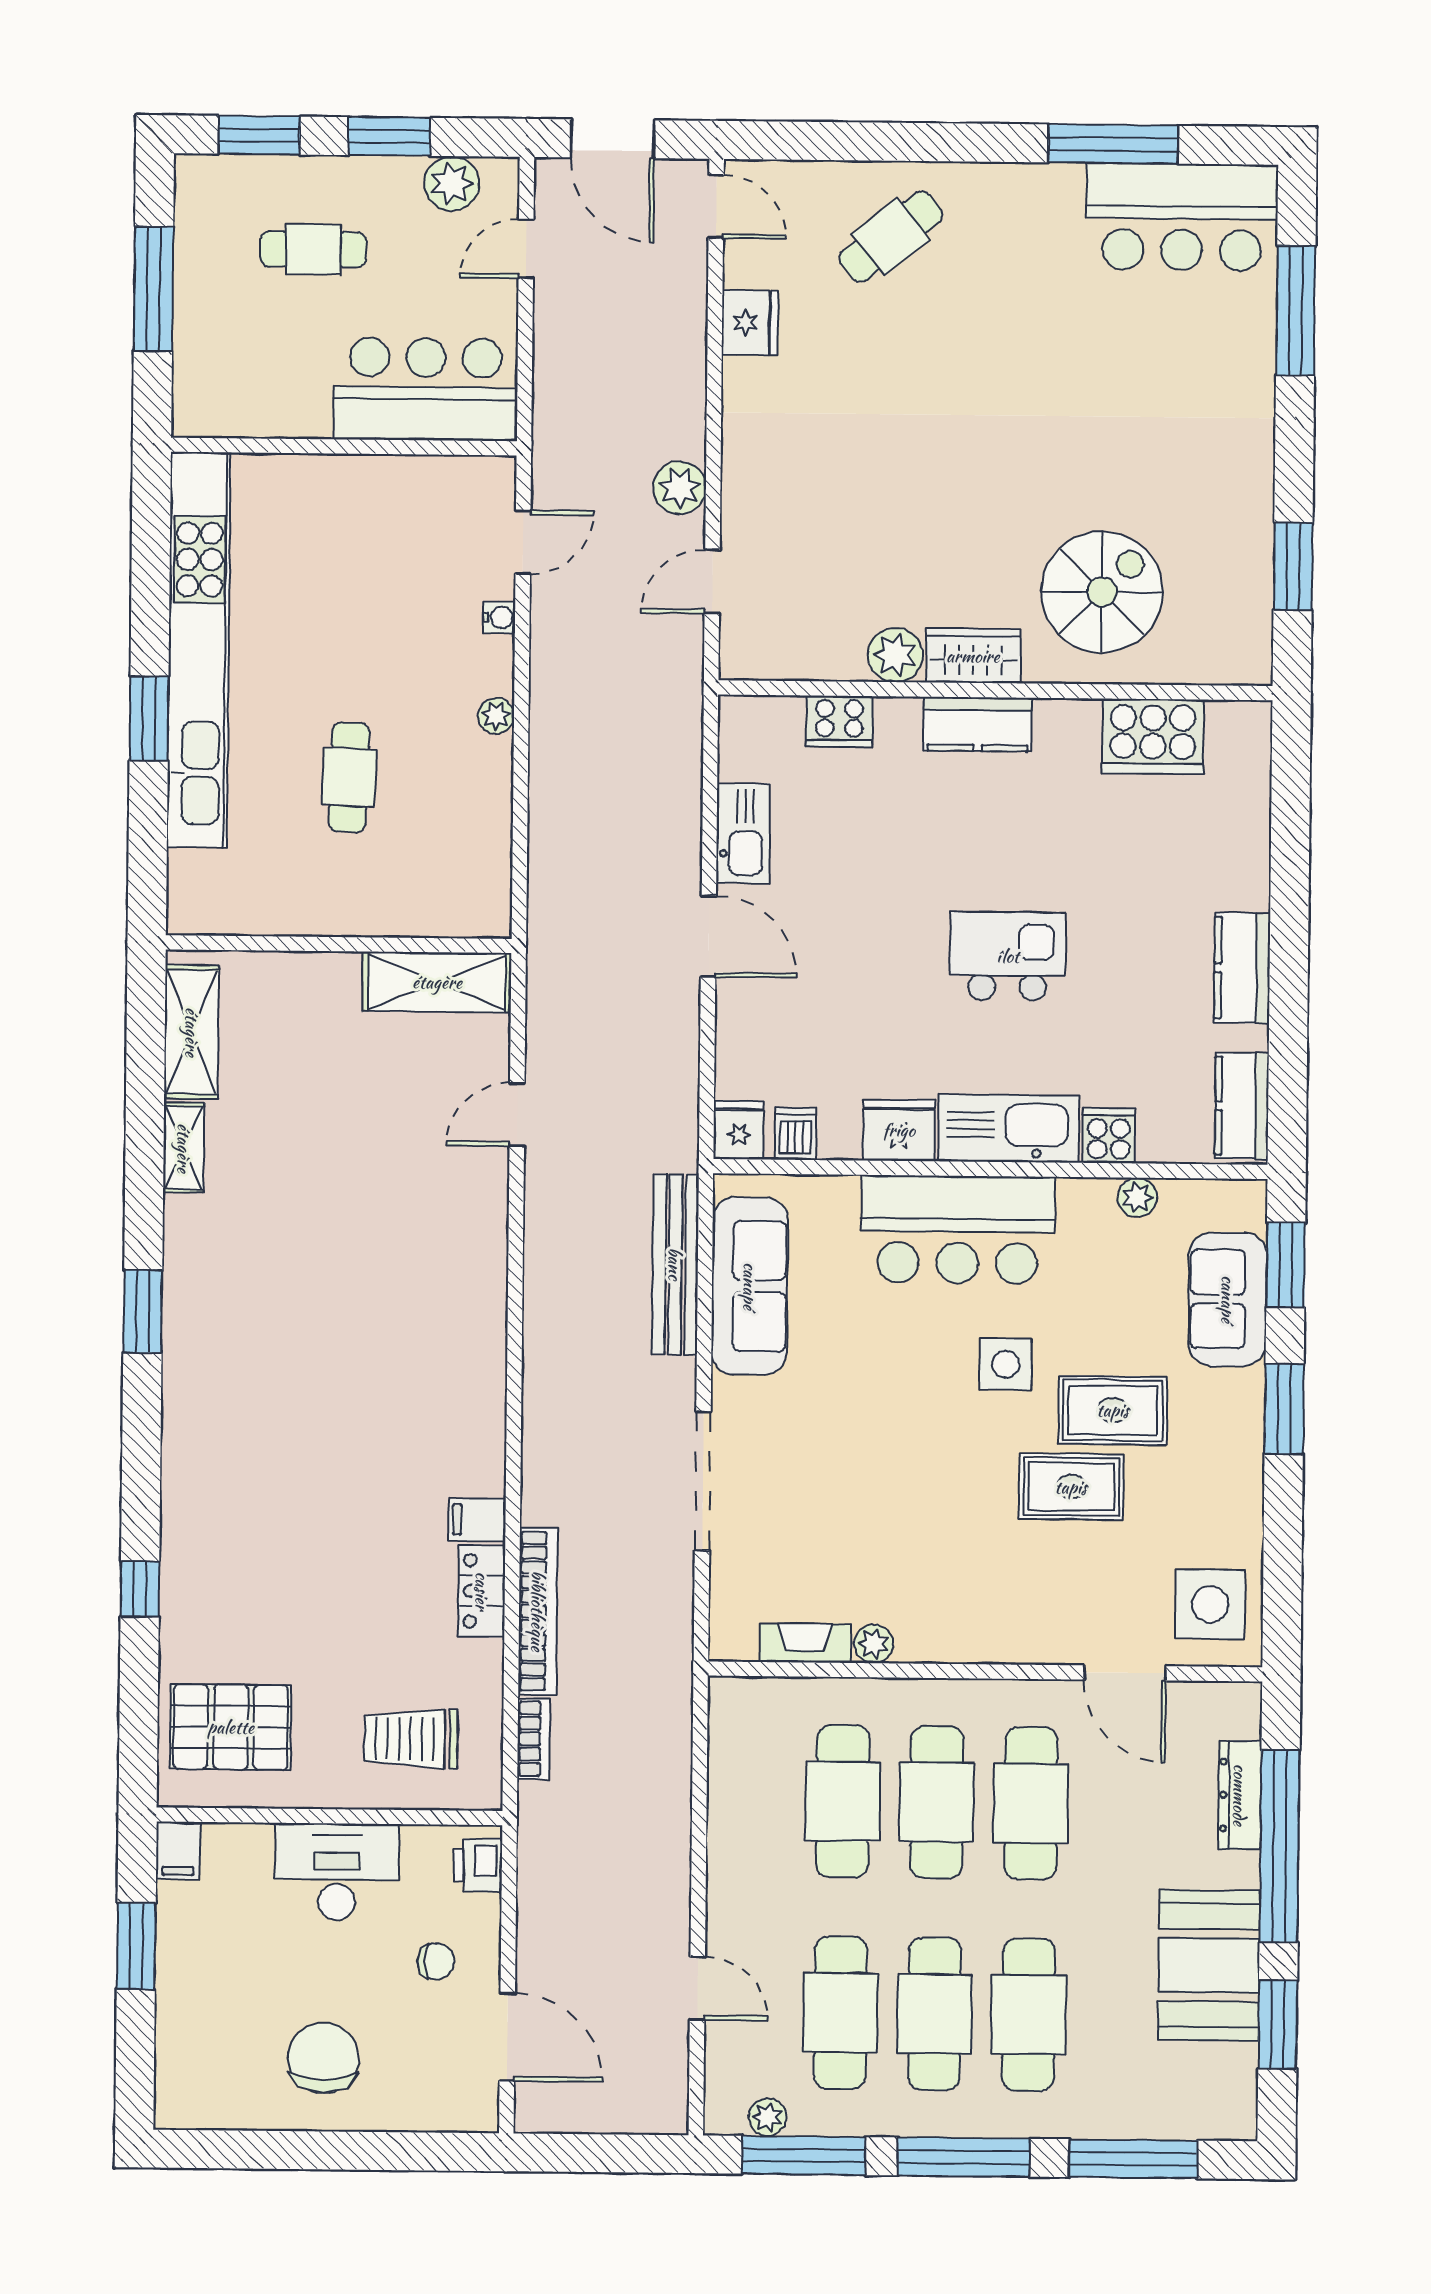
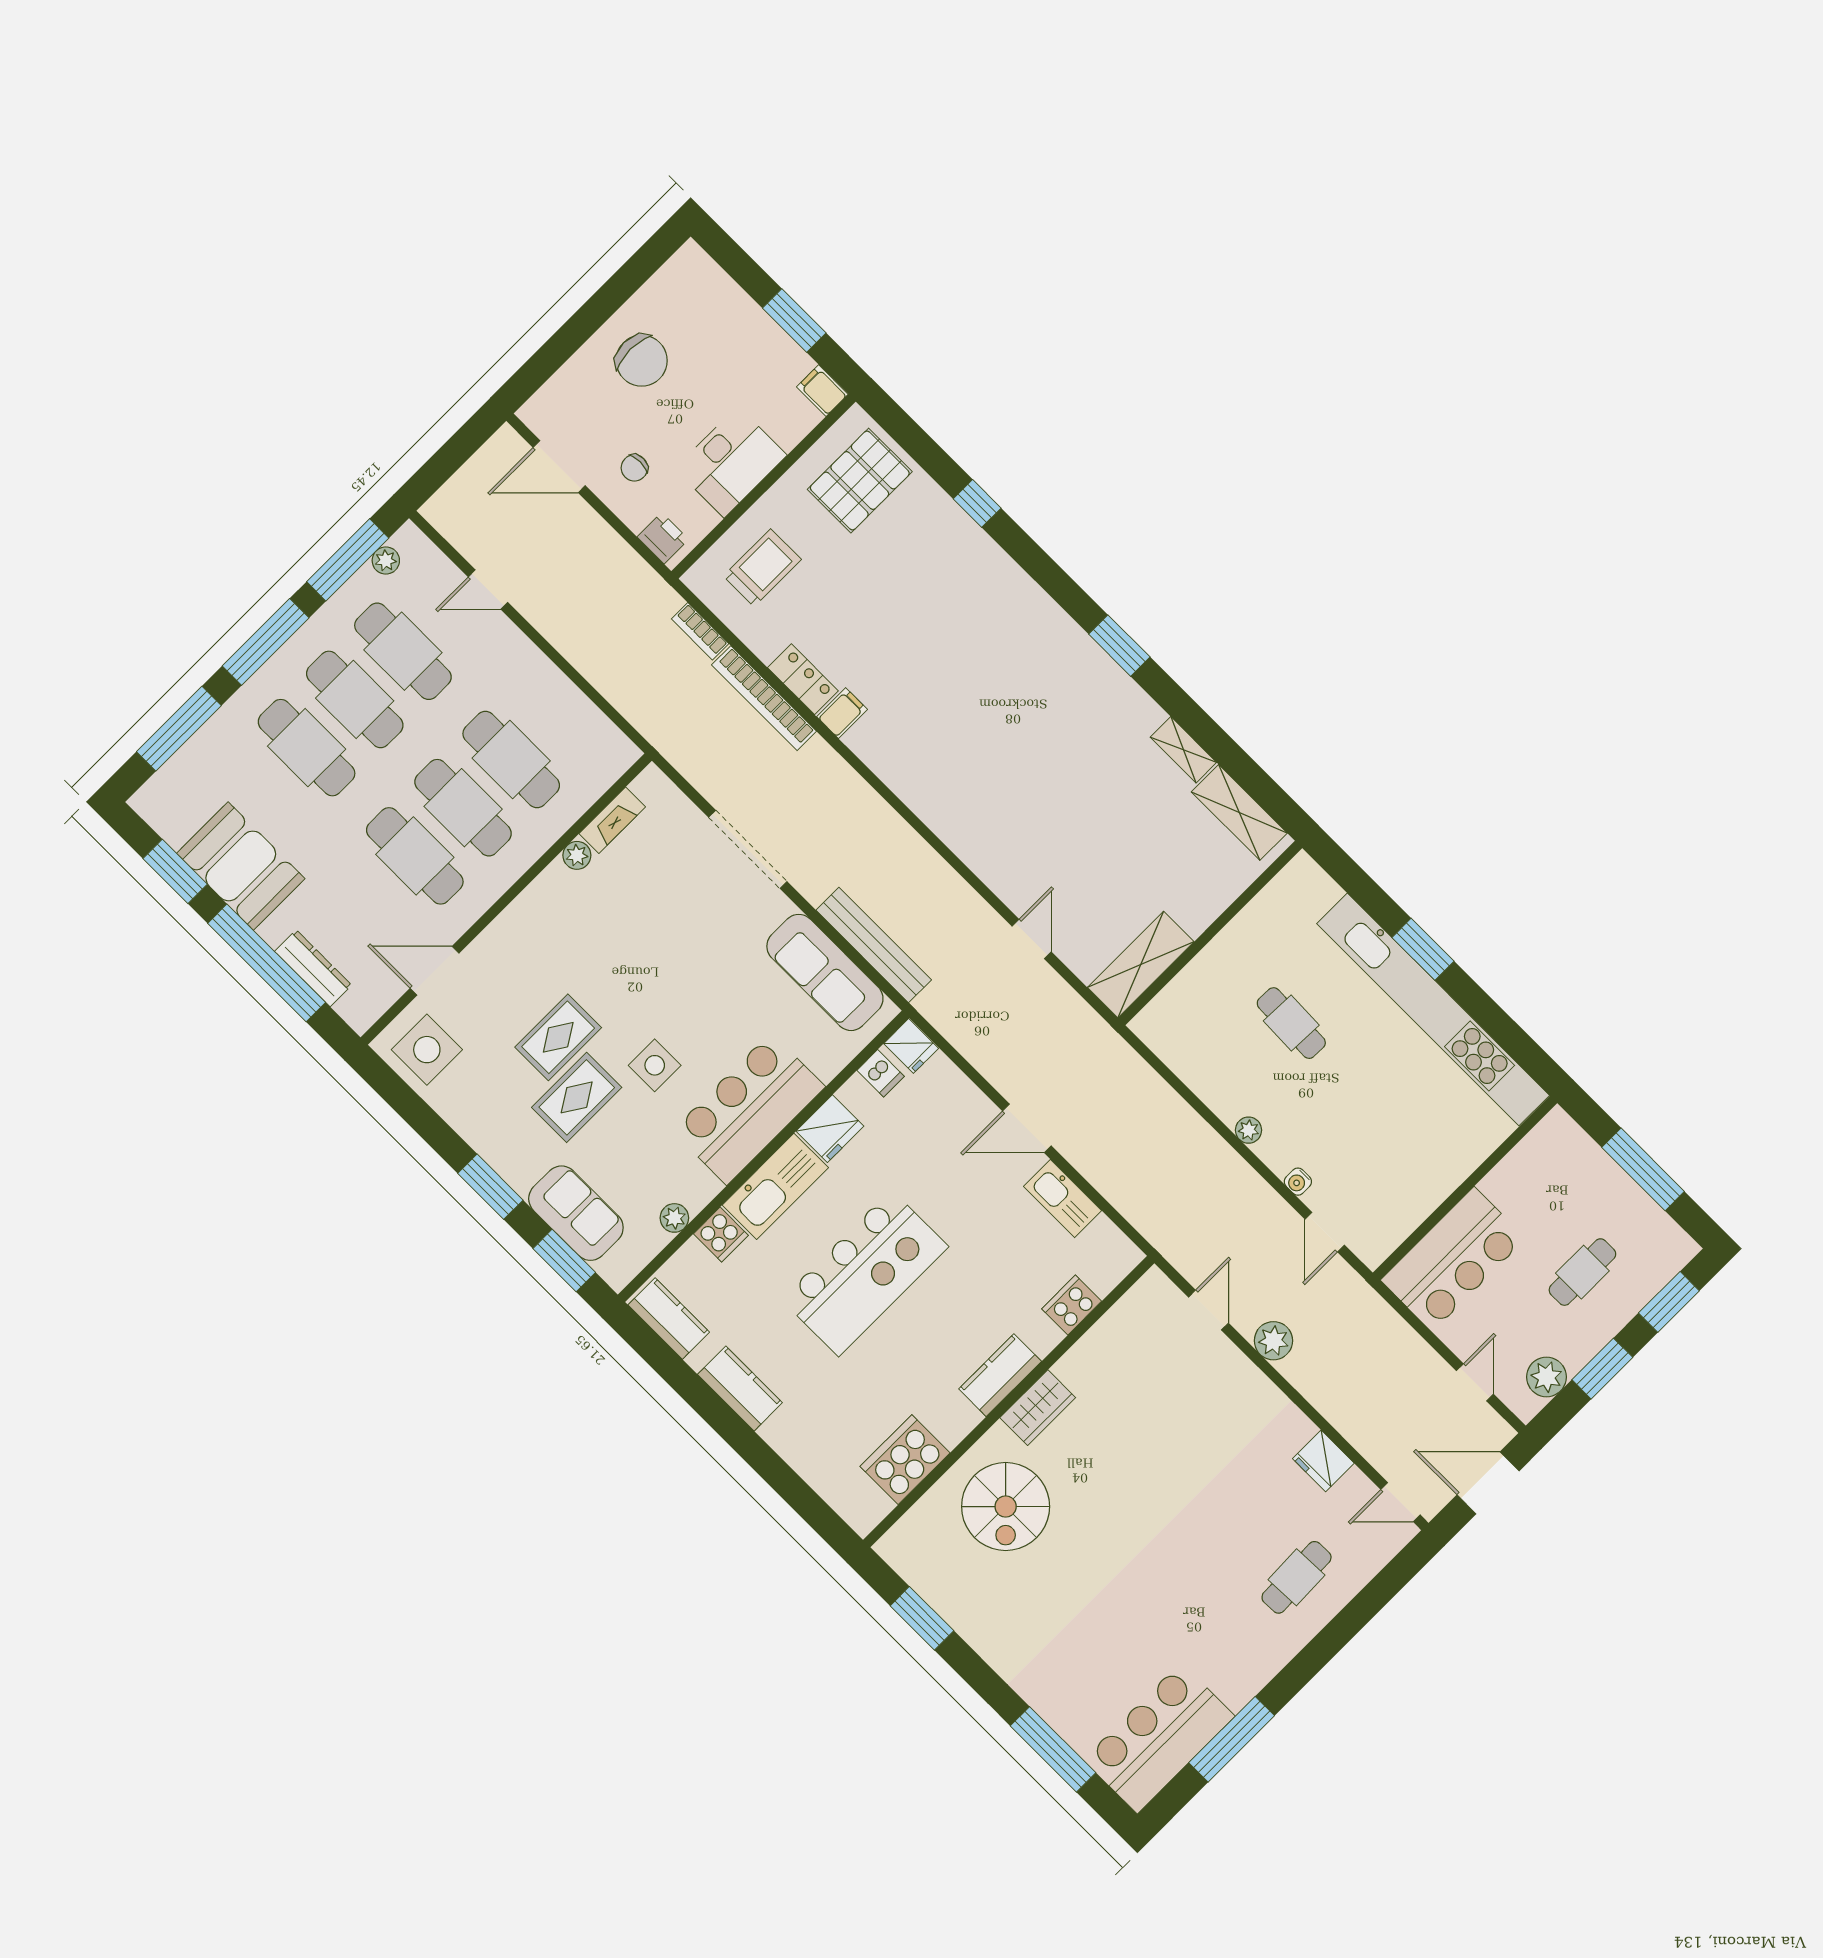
cafe table: (891, 237) -> (1297, 1577), turned 37
plant: (895, 655) -> (1078, 1368), removed
kitchen island: (1008, 956) -> (865, 1273), width x1.87, depth x1.28

